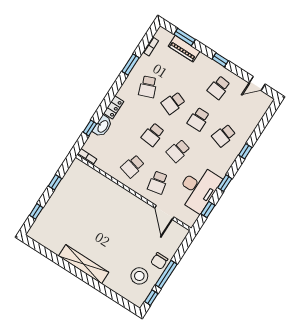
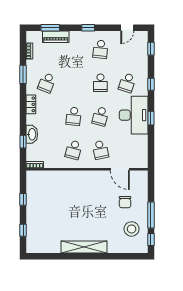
school desk: (148, 87) -> (47, 83), turned 42
school desk: (173, 103) -> (74, 83), removed
locker: (114, 107) -> (31, 104), moved
desk: (198, 188) -> (134, 115), moved
window: (208, 210) -> (151, 49), moved
chair: (159, 261) -> (125, 202), moved

